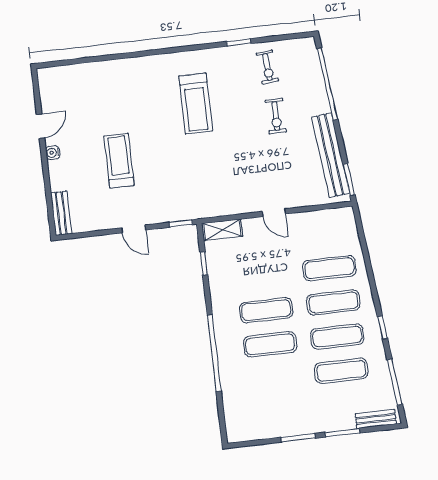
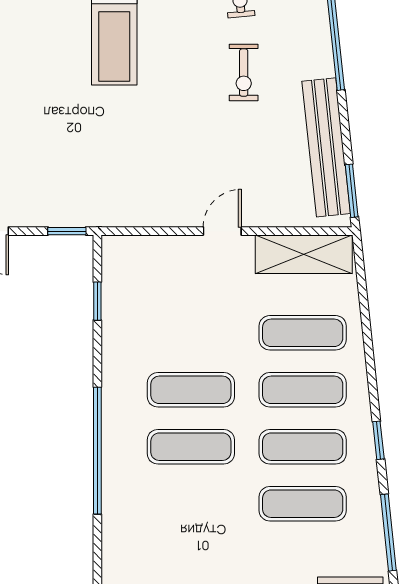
door: (274, 213) -> (222, 231), swing flipped
shelving: (222, 230) -> (304, 254), moved, width x1.50, depth x1.33

